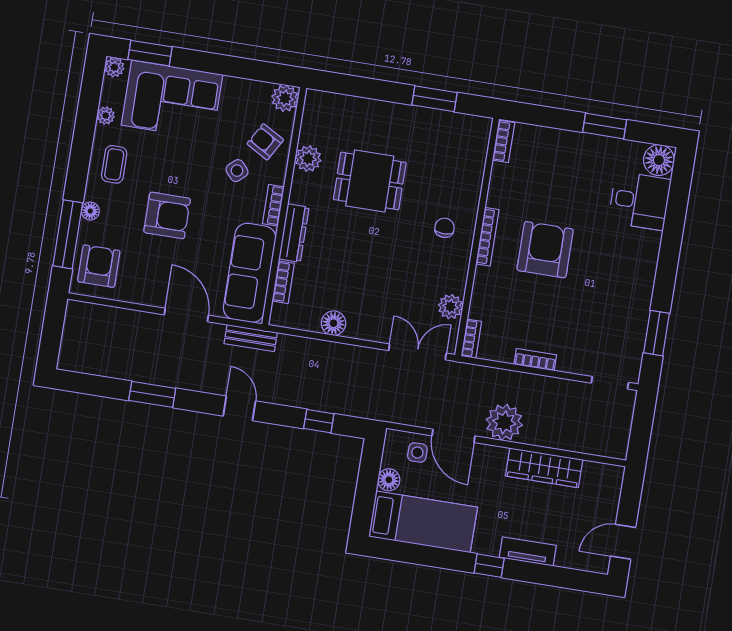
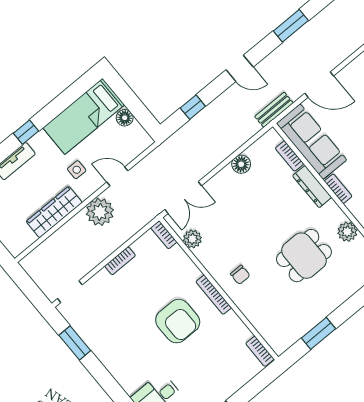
door: (453, 436) -> (117, 176), width x0.73
side table: (417, 453) -> (77, 170), moved

